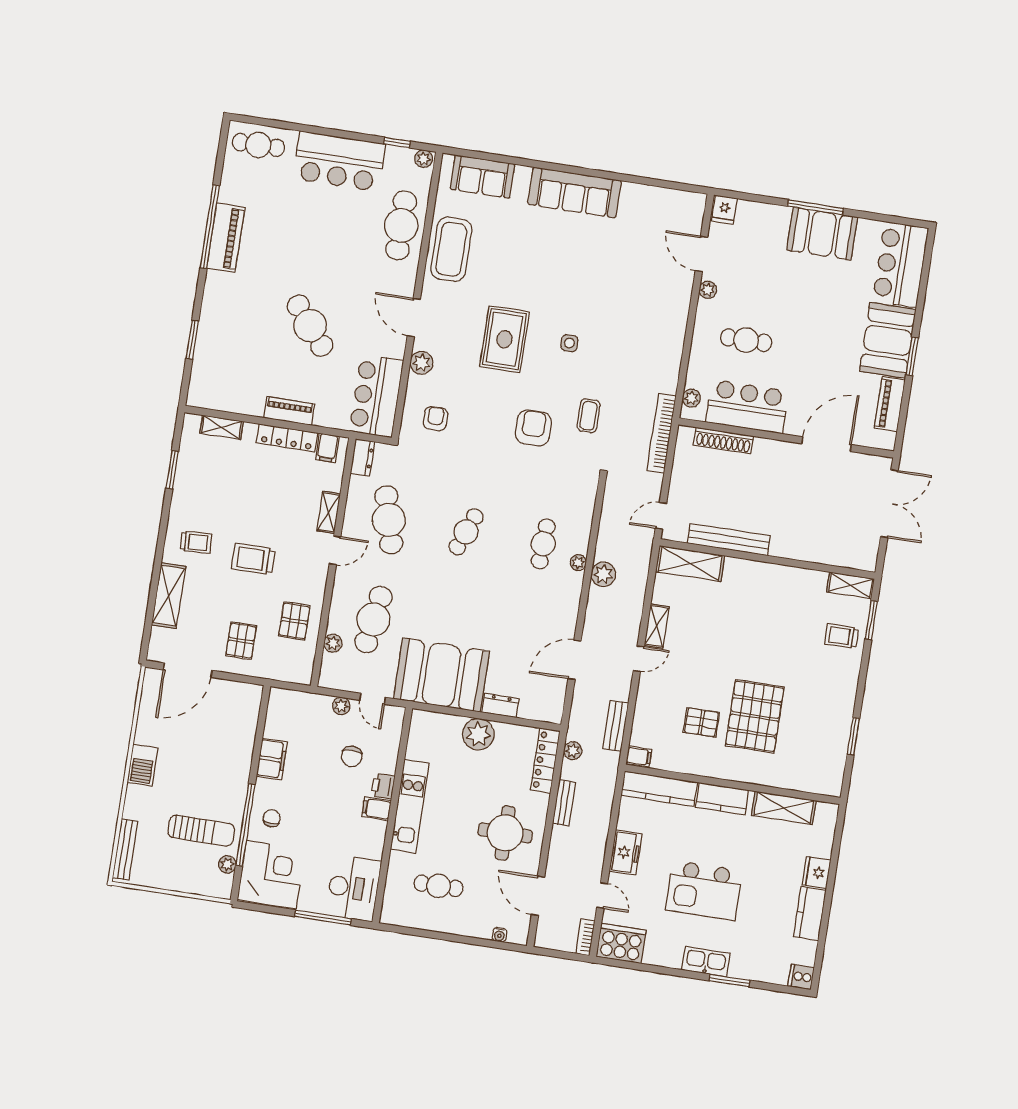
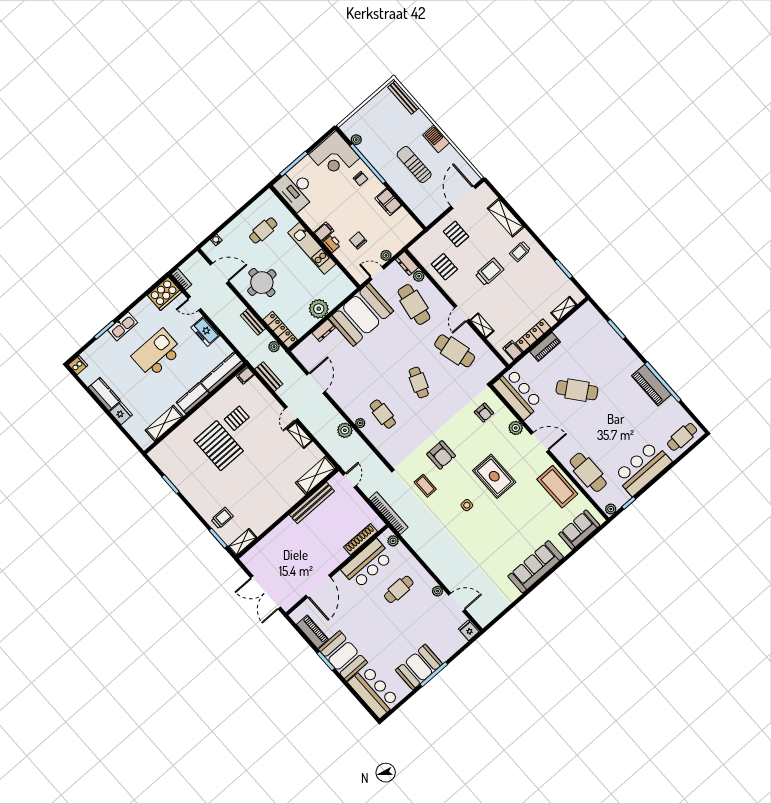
dresser: (362, 457) -> (407, 264), moved
sun lounger: (201, 831) -> (414, 164), moved, turned 90

